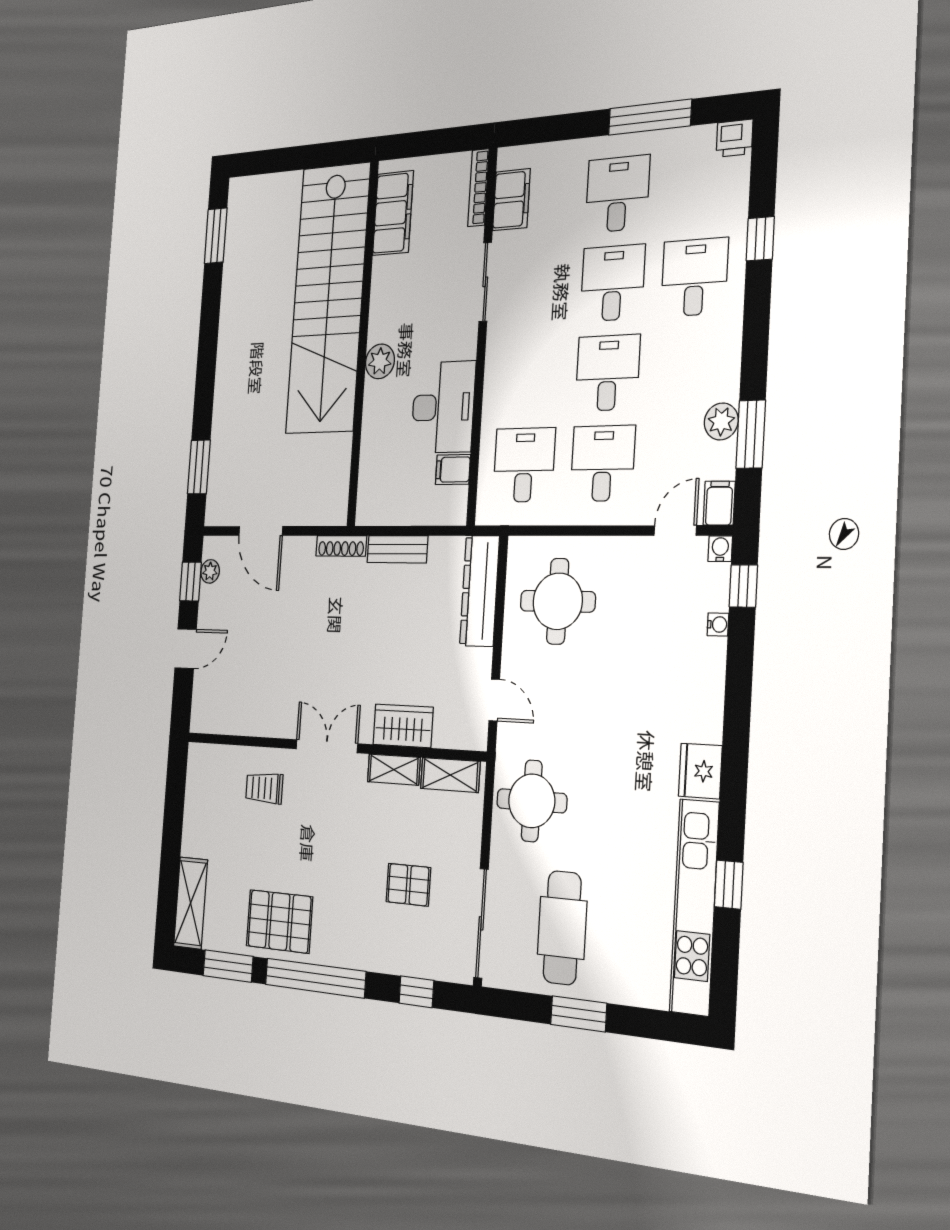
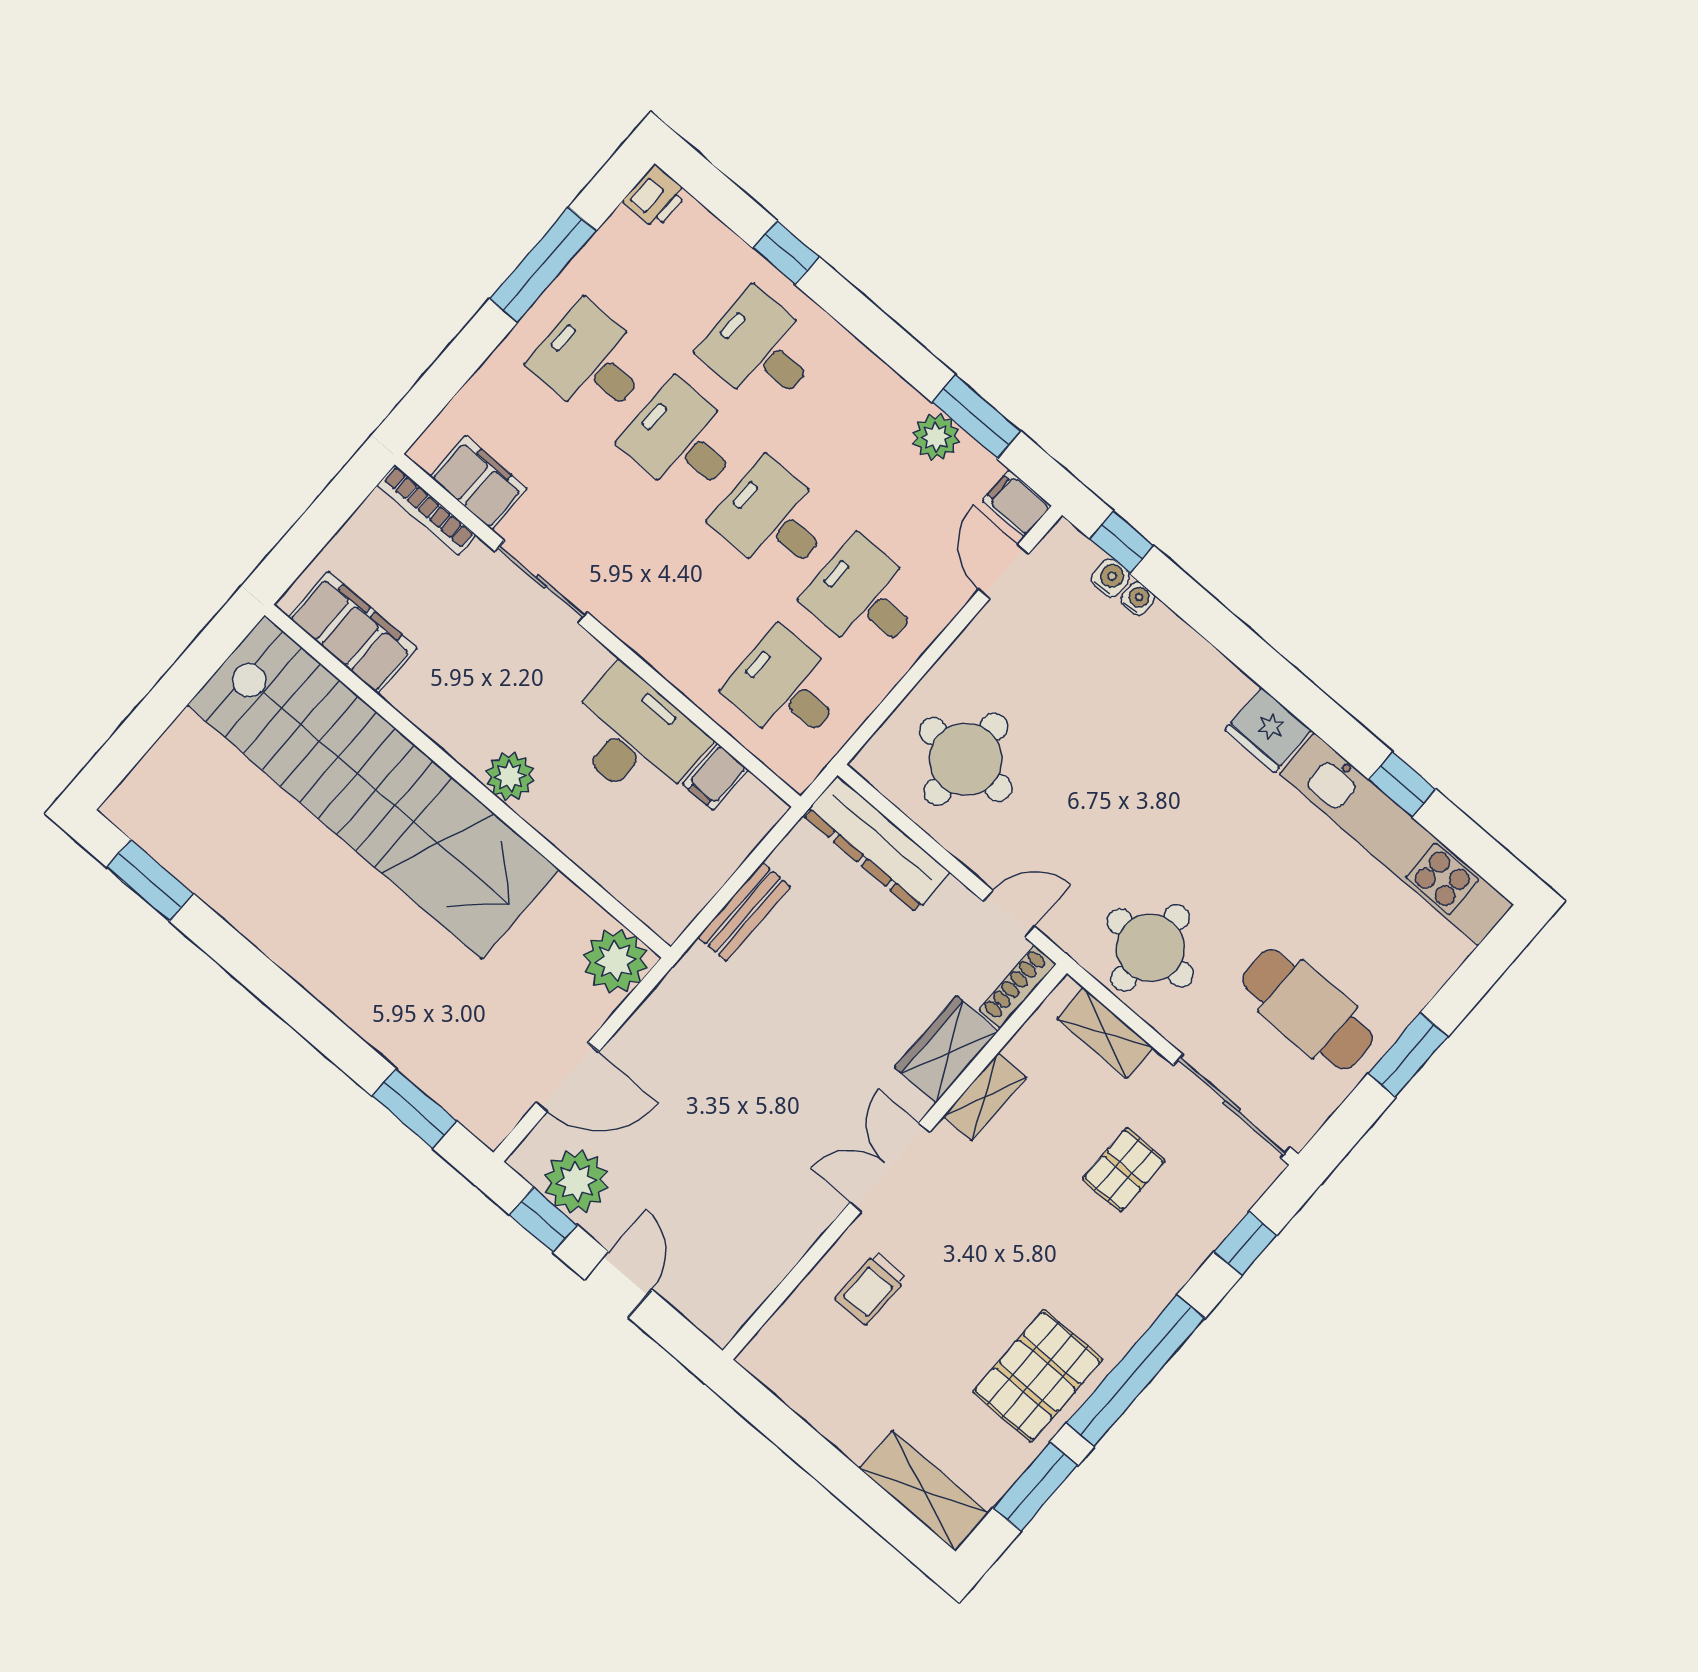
plant: (330, 503) -> (616, 961), added
shoe rack: (341, 546) -> (1018, 987), moved, turned 180
water cooler: (720, 549) -> (1110, 578), moved, turned 90
plant: (210, 571) -> (576, 1182), width x1.87, depth x1.87
shelving: (450, 775) -> (1105, 1033), moved, turned 90

